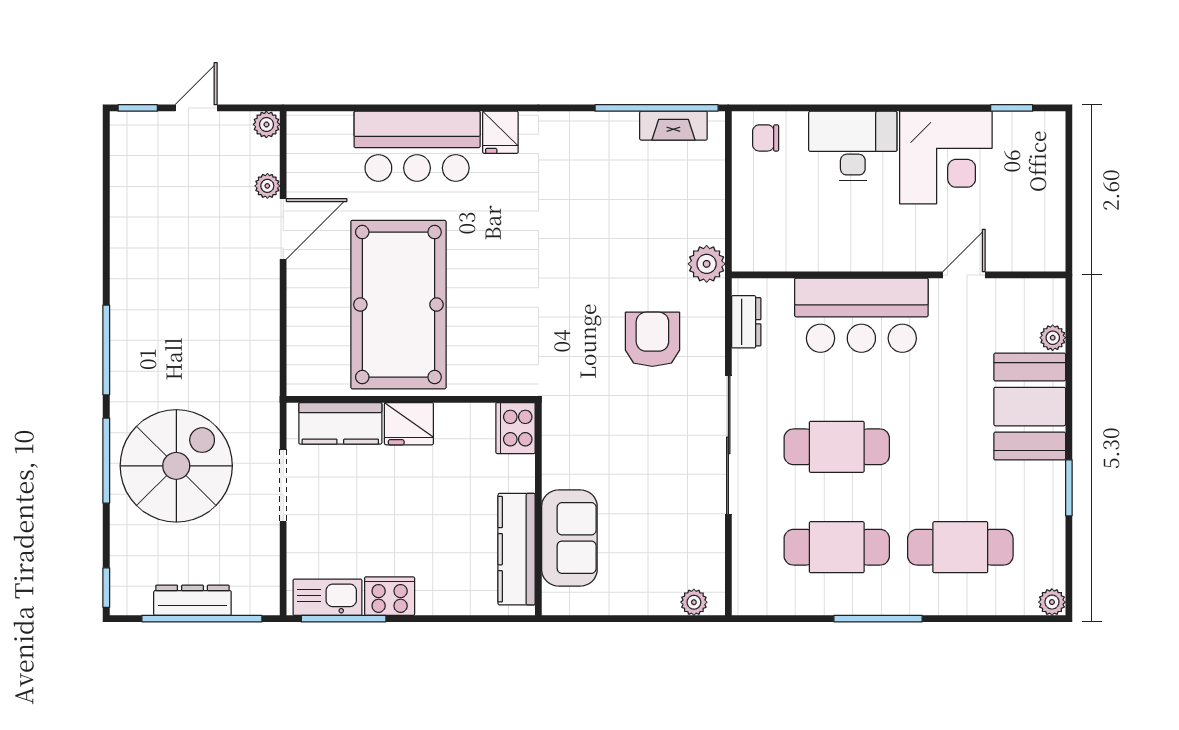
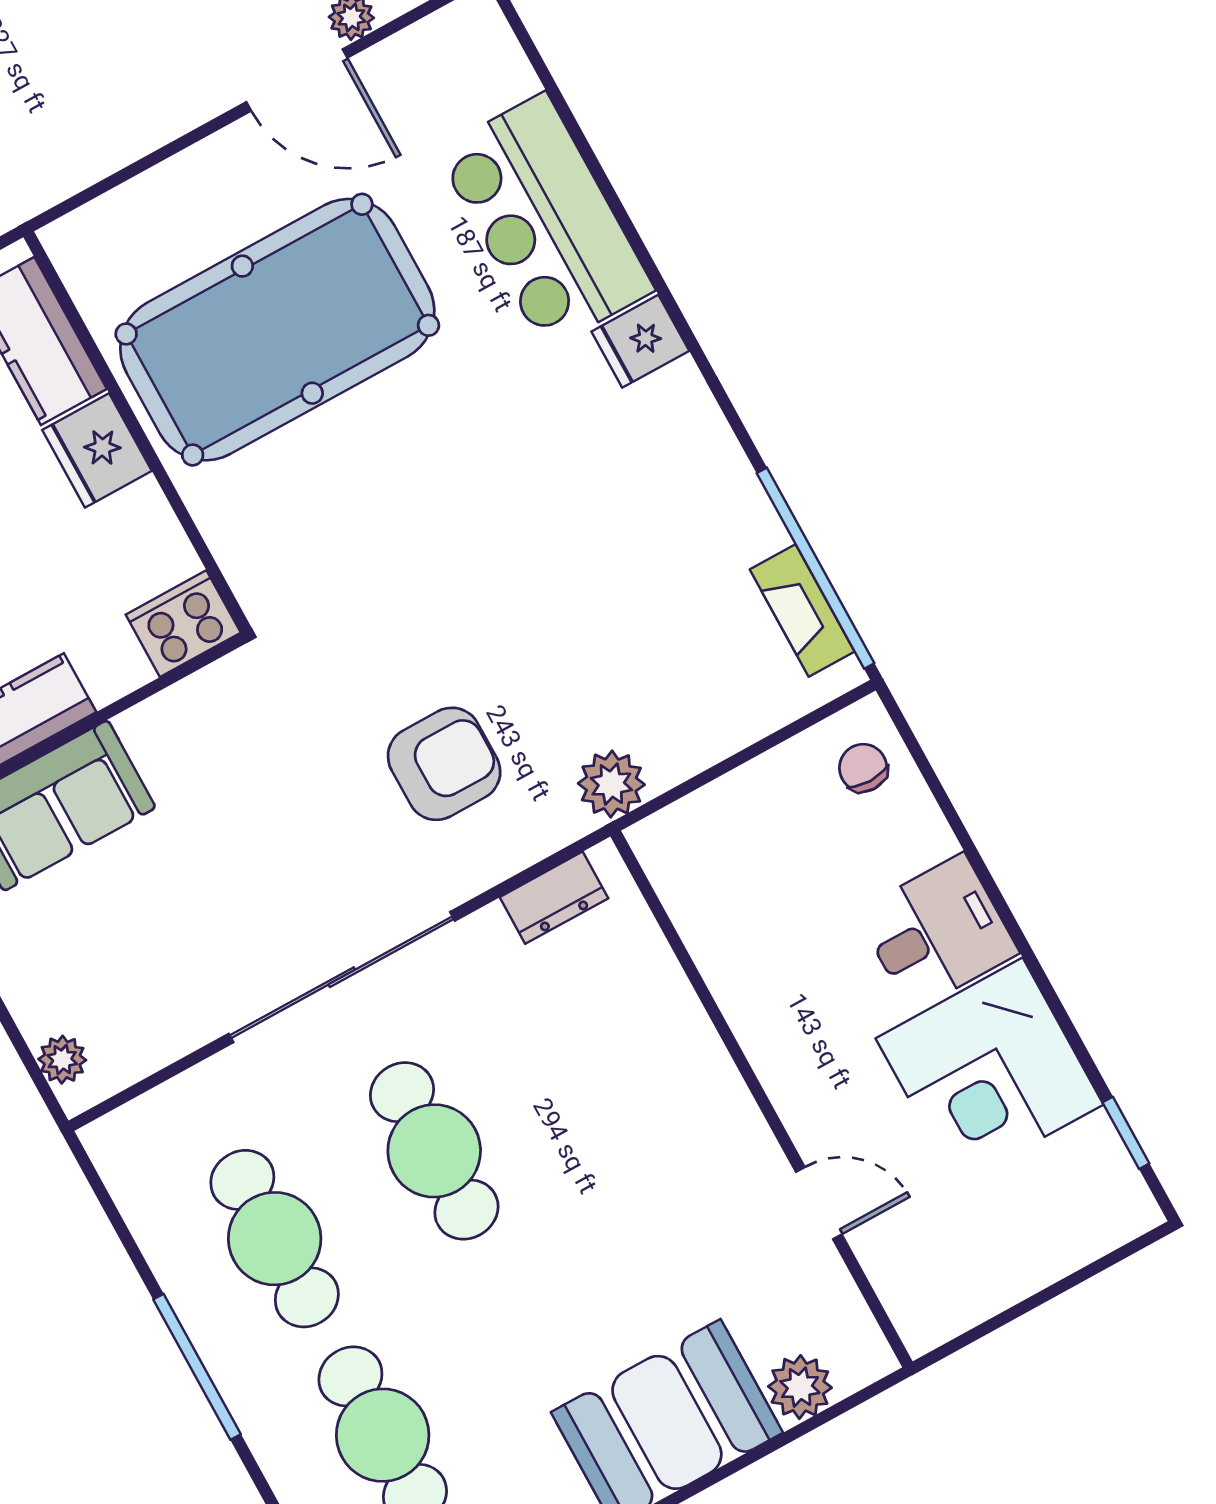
desk: (853, 146) -> (937, 932), width x0.73
bar counter: (861, 315) -> (665, 1075), removed
plant: (1053, 338) -> (800, 1387), width x1.38, depth x1.38

